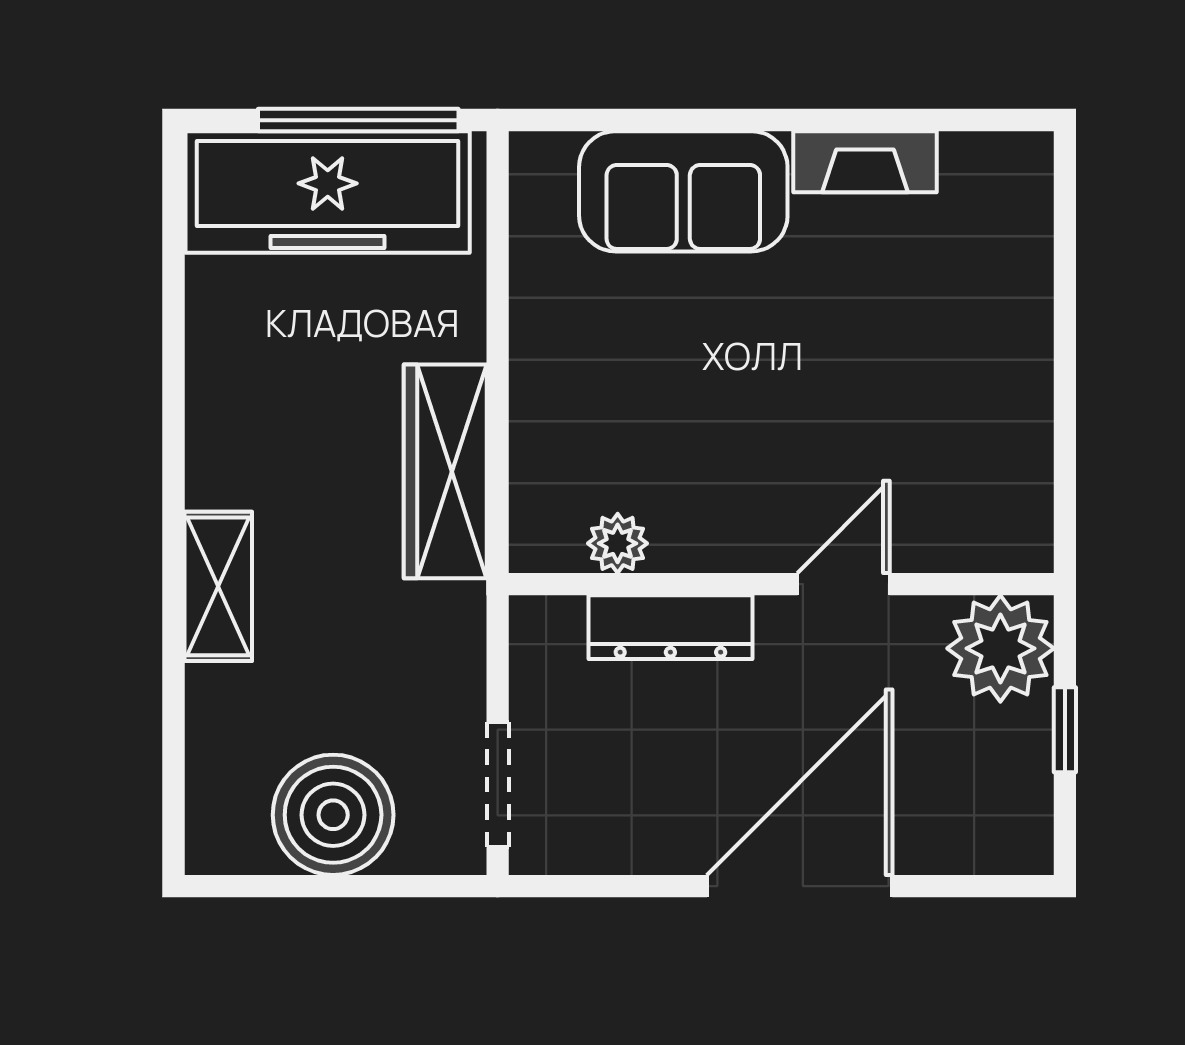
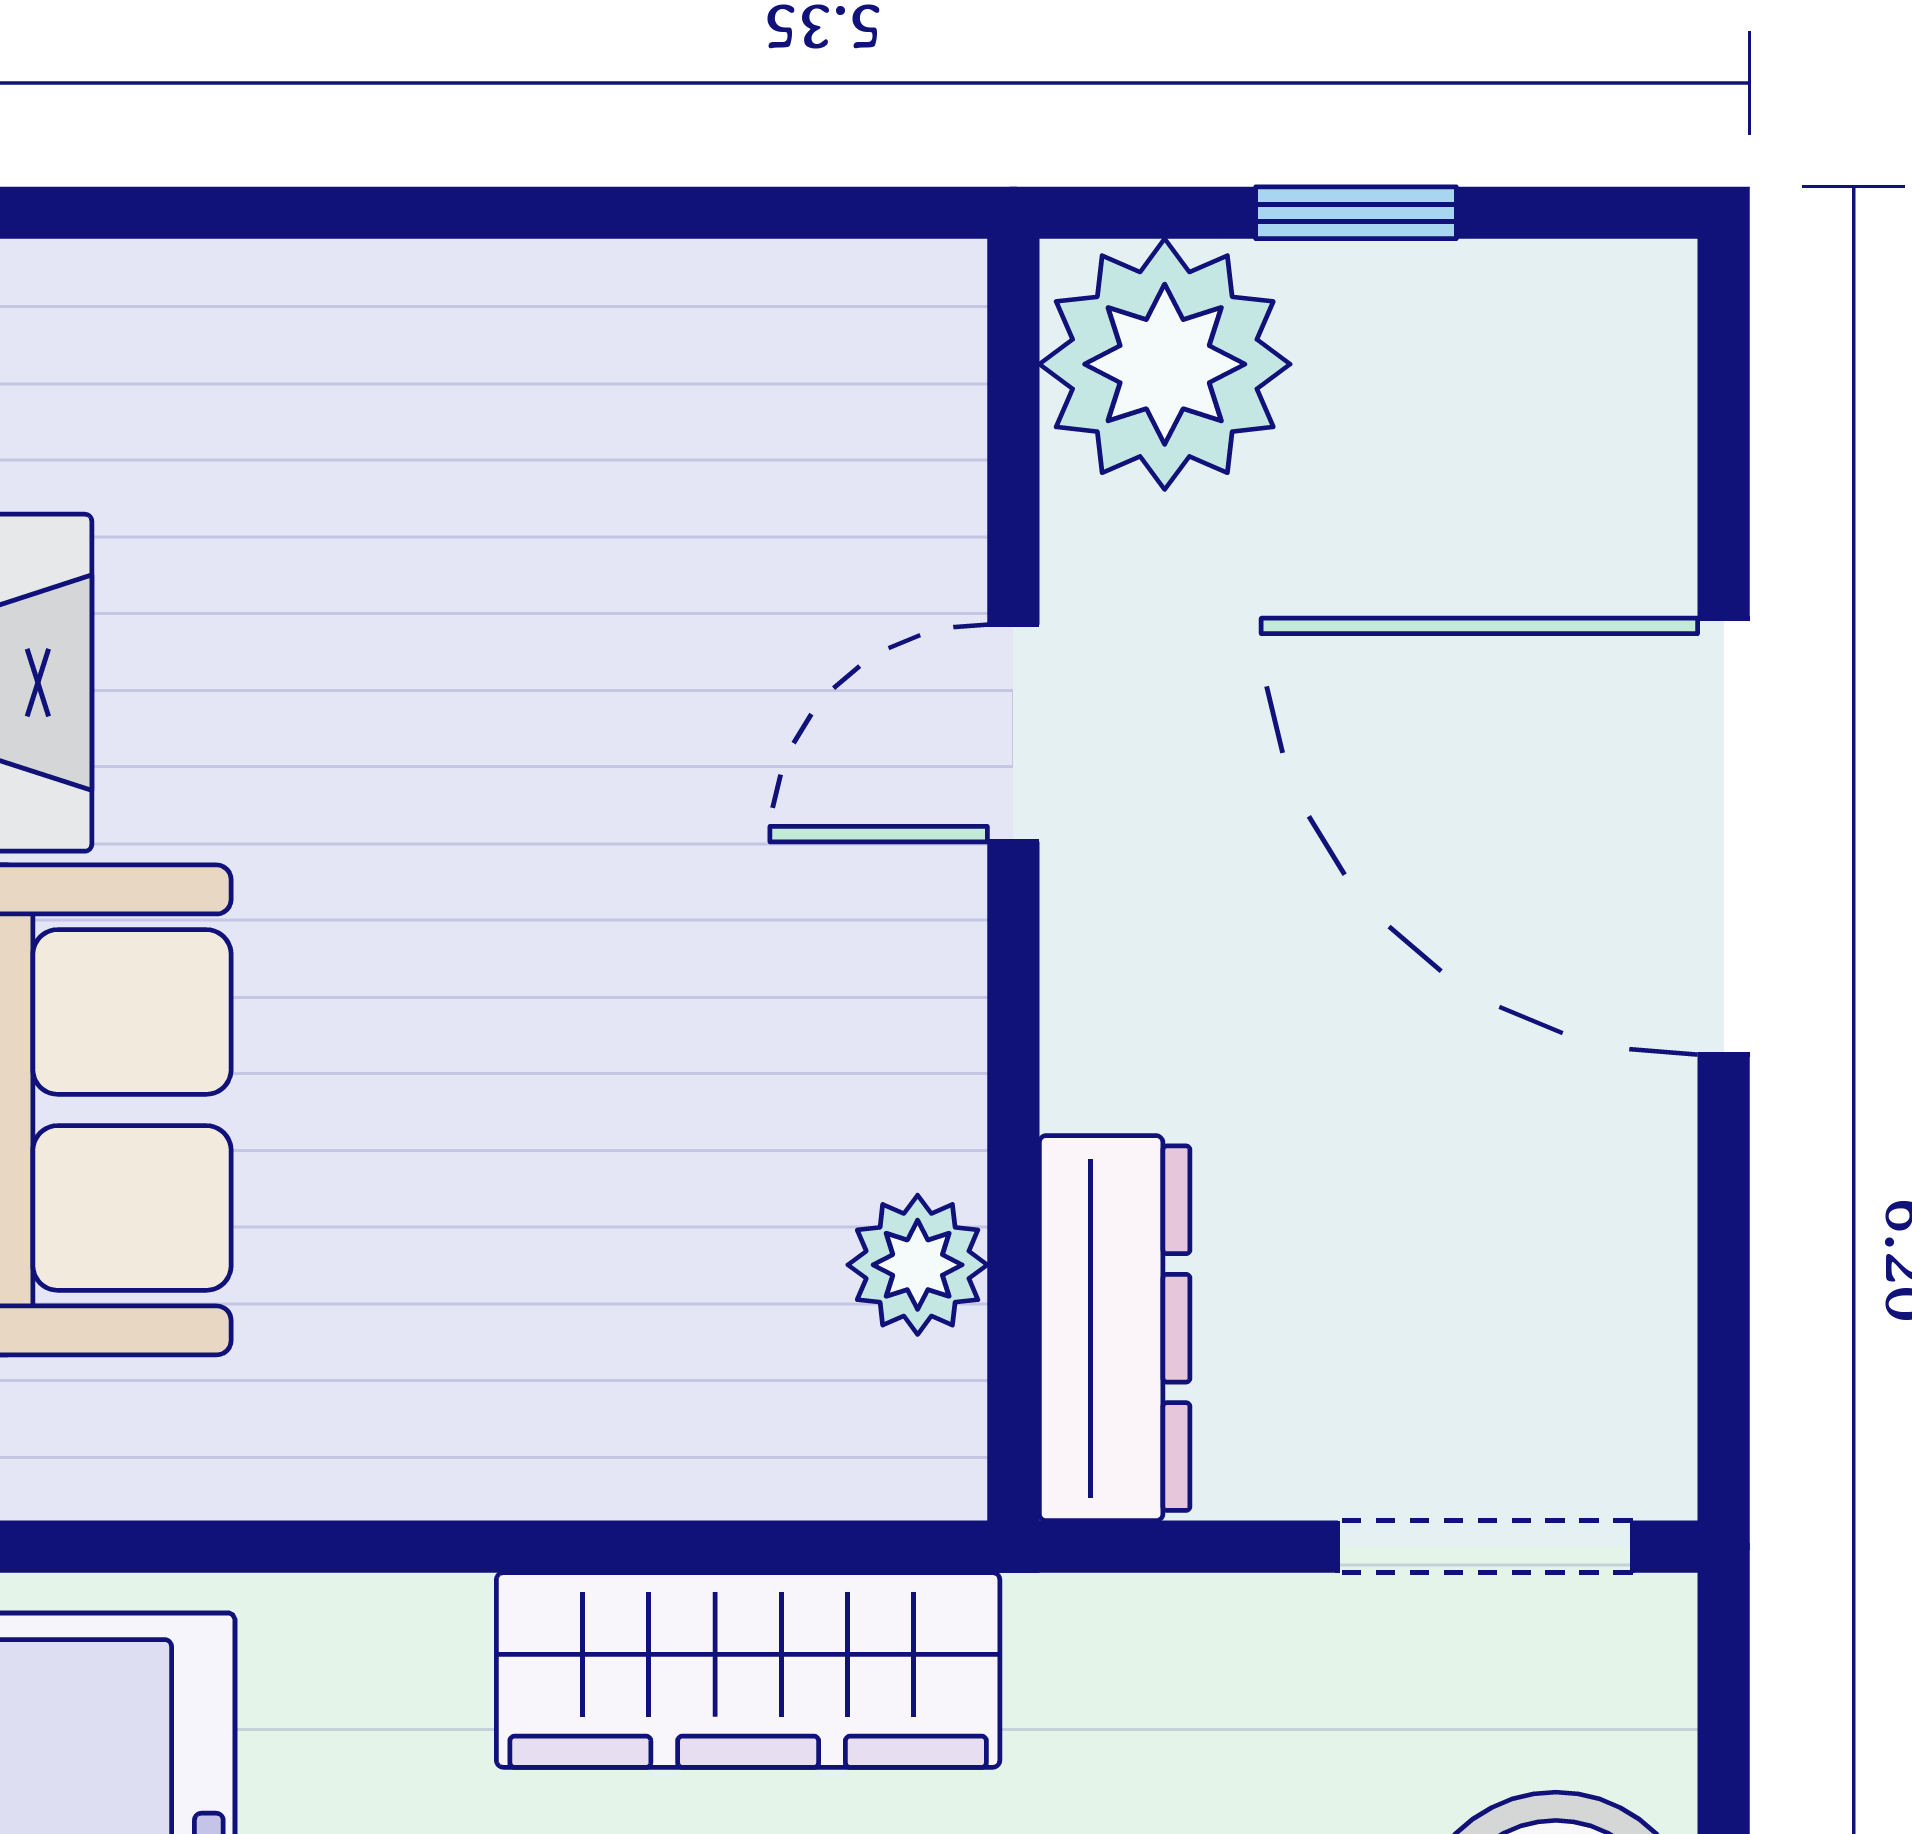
door: (844, 584) -> (1013, 733), hinge flipped
dresser: (670, 627) -> (1115, 1328), moved

